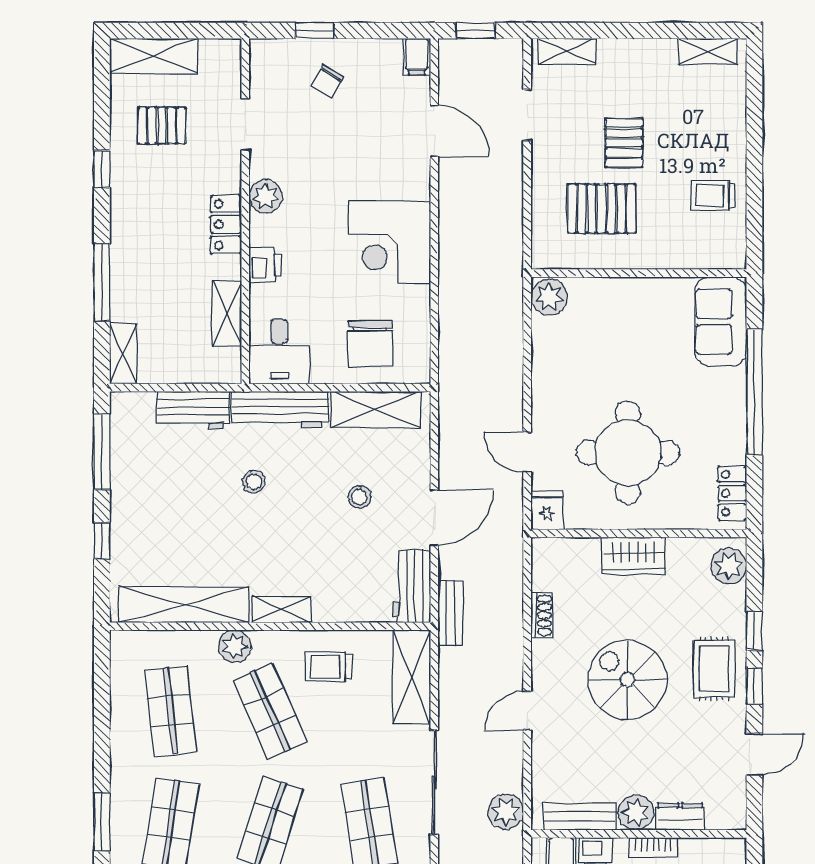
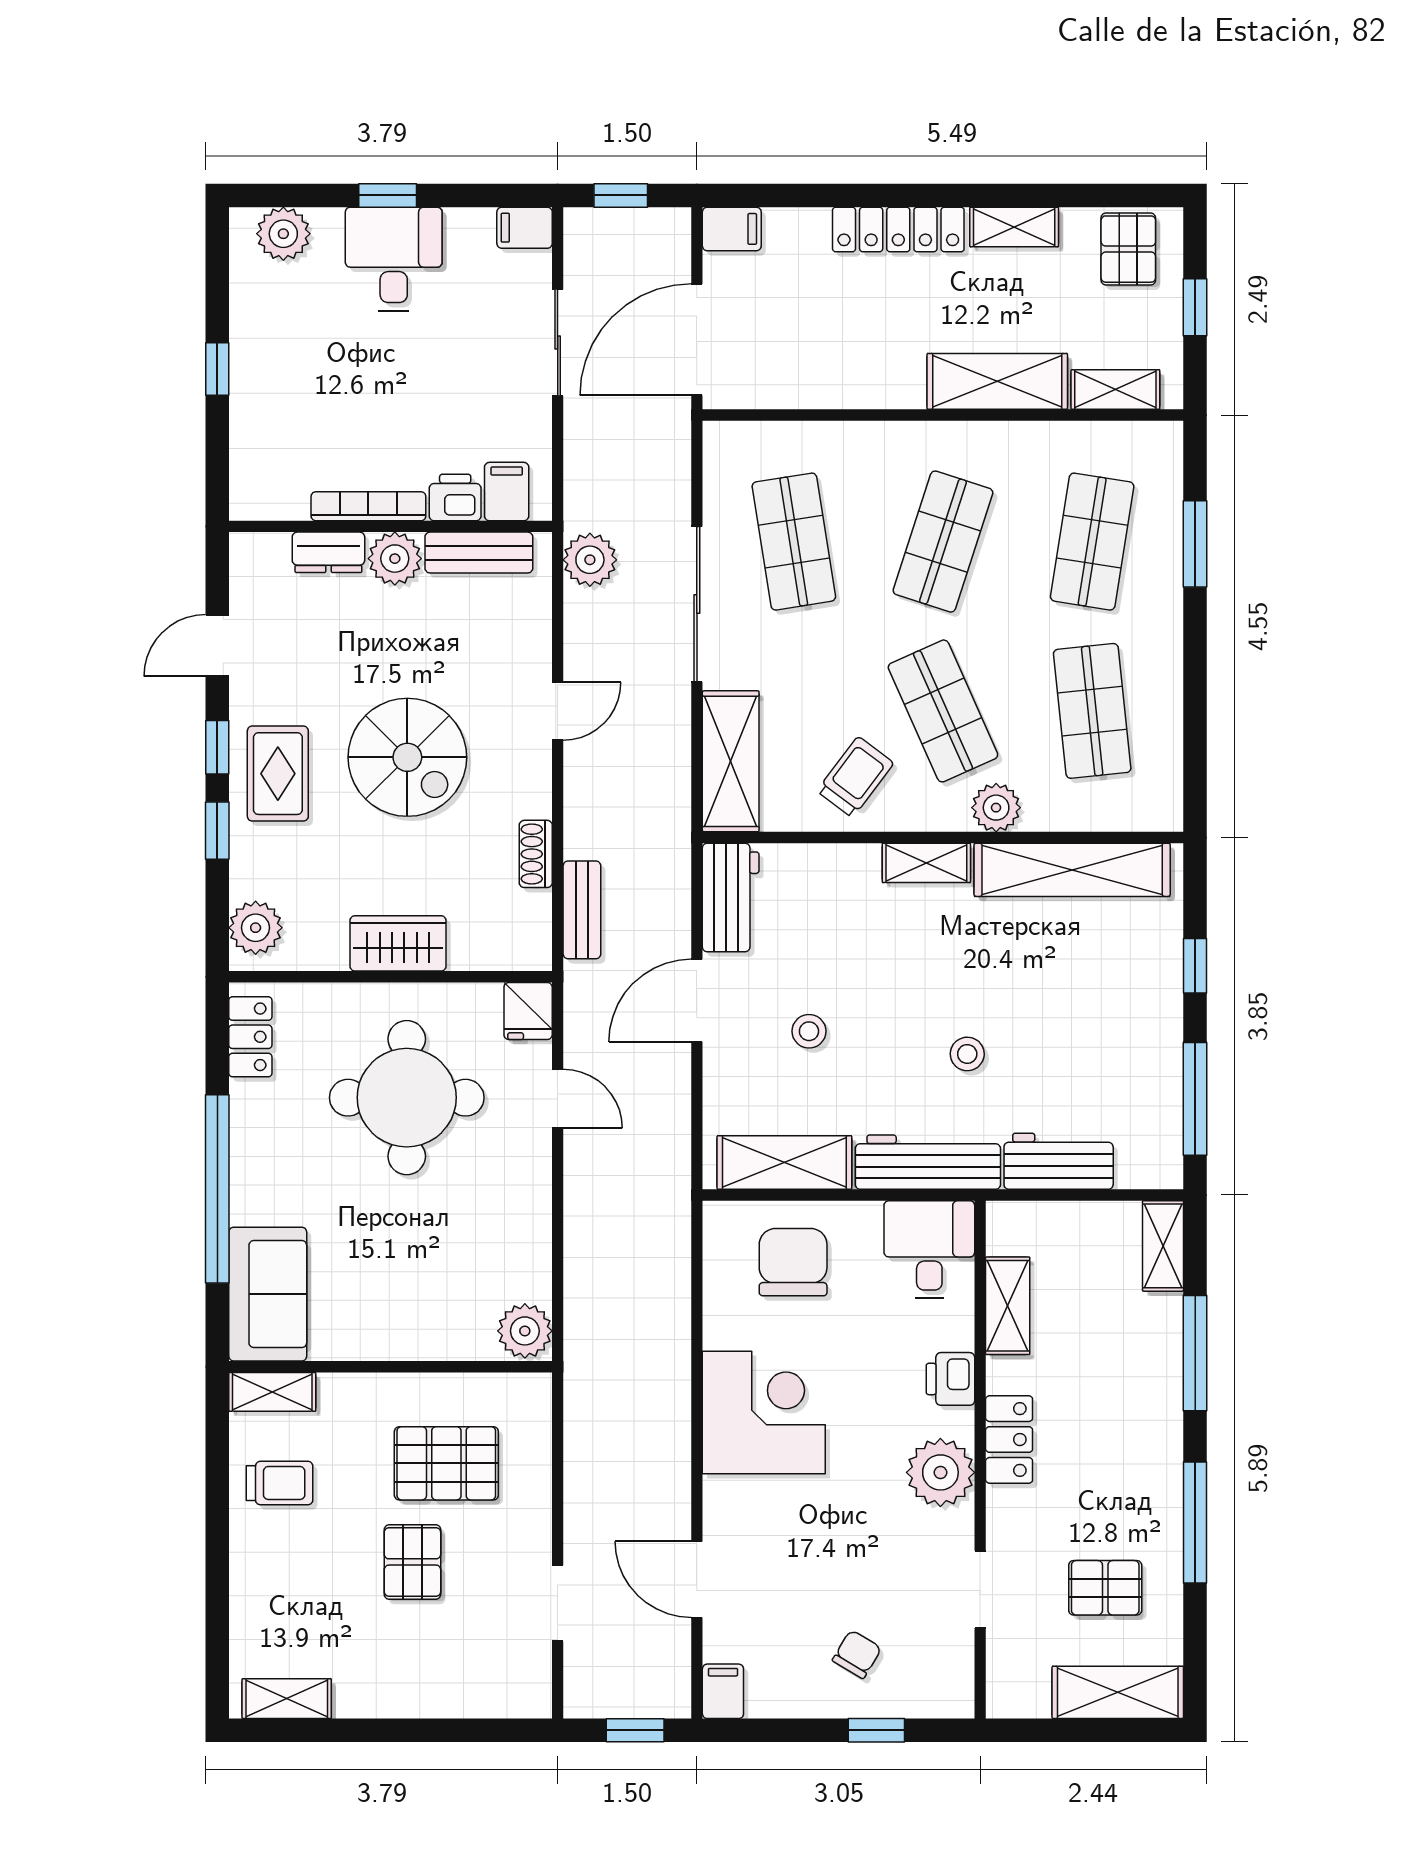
shelving: (567, 51) -> (272, 1392), moved
window: (102, 169) -> (1195, 1522), width x2.17
plant: (266, 196) -> (940, 1472), width x1.36, depth x1.36
bench: (450, 613) -> (582, 910), moved
trolley: (329, 667) -> (855, 777), turned -53
bookcase: (653, 847) -> (368, 506), width x1.56

